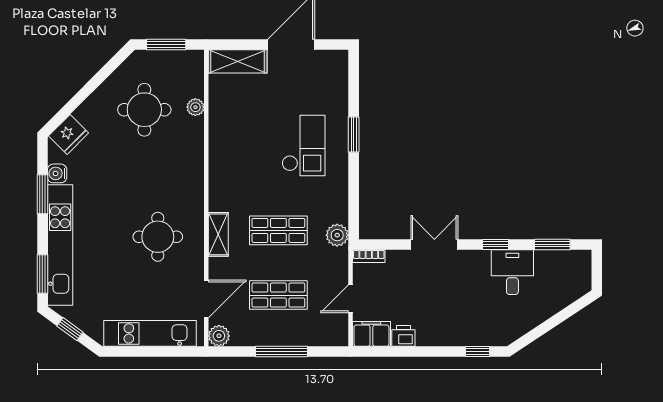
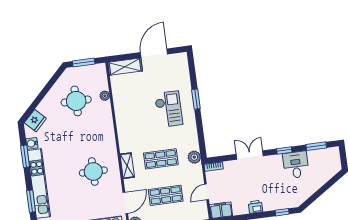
printer: (403, 336) -> (256, 207), moved

